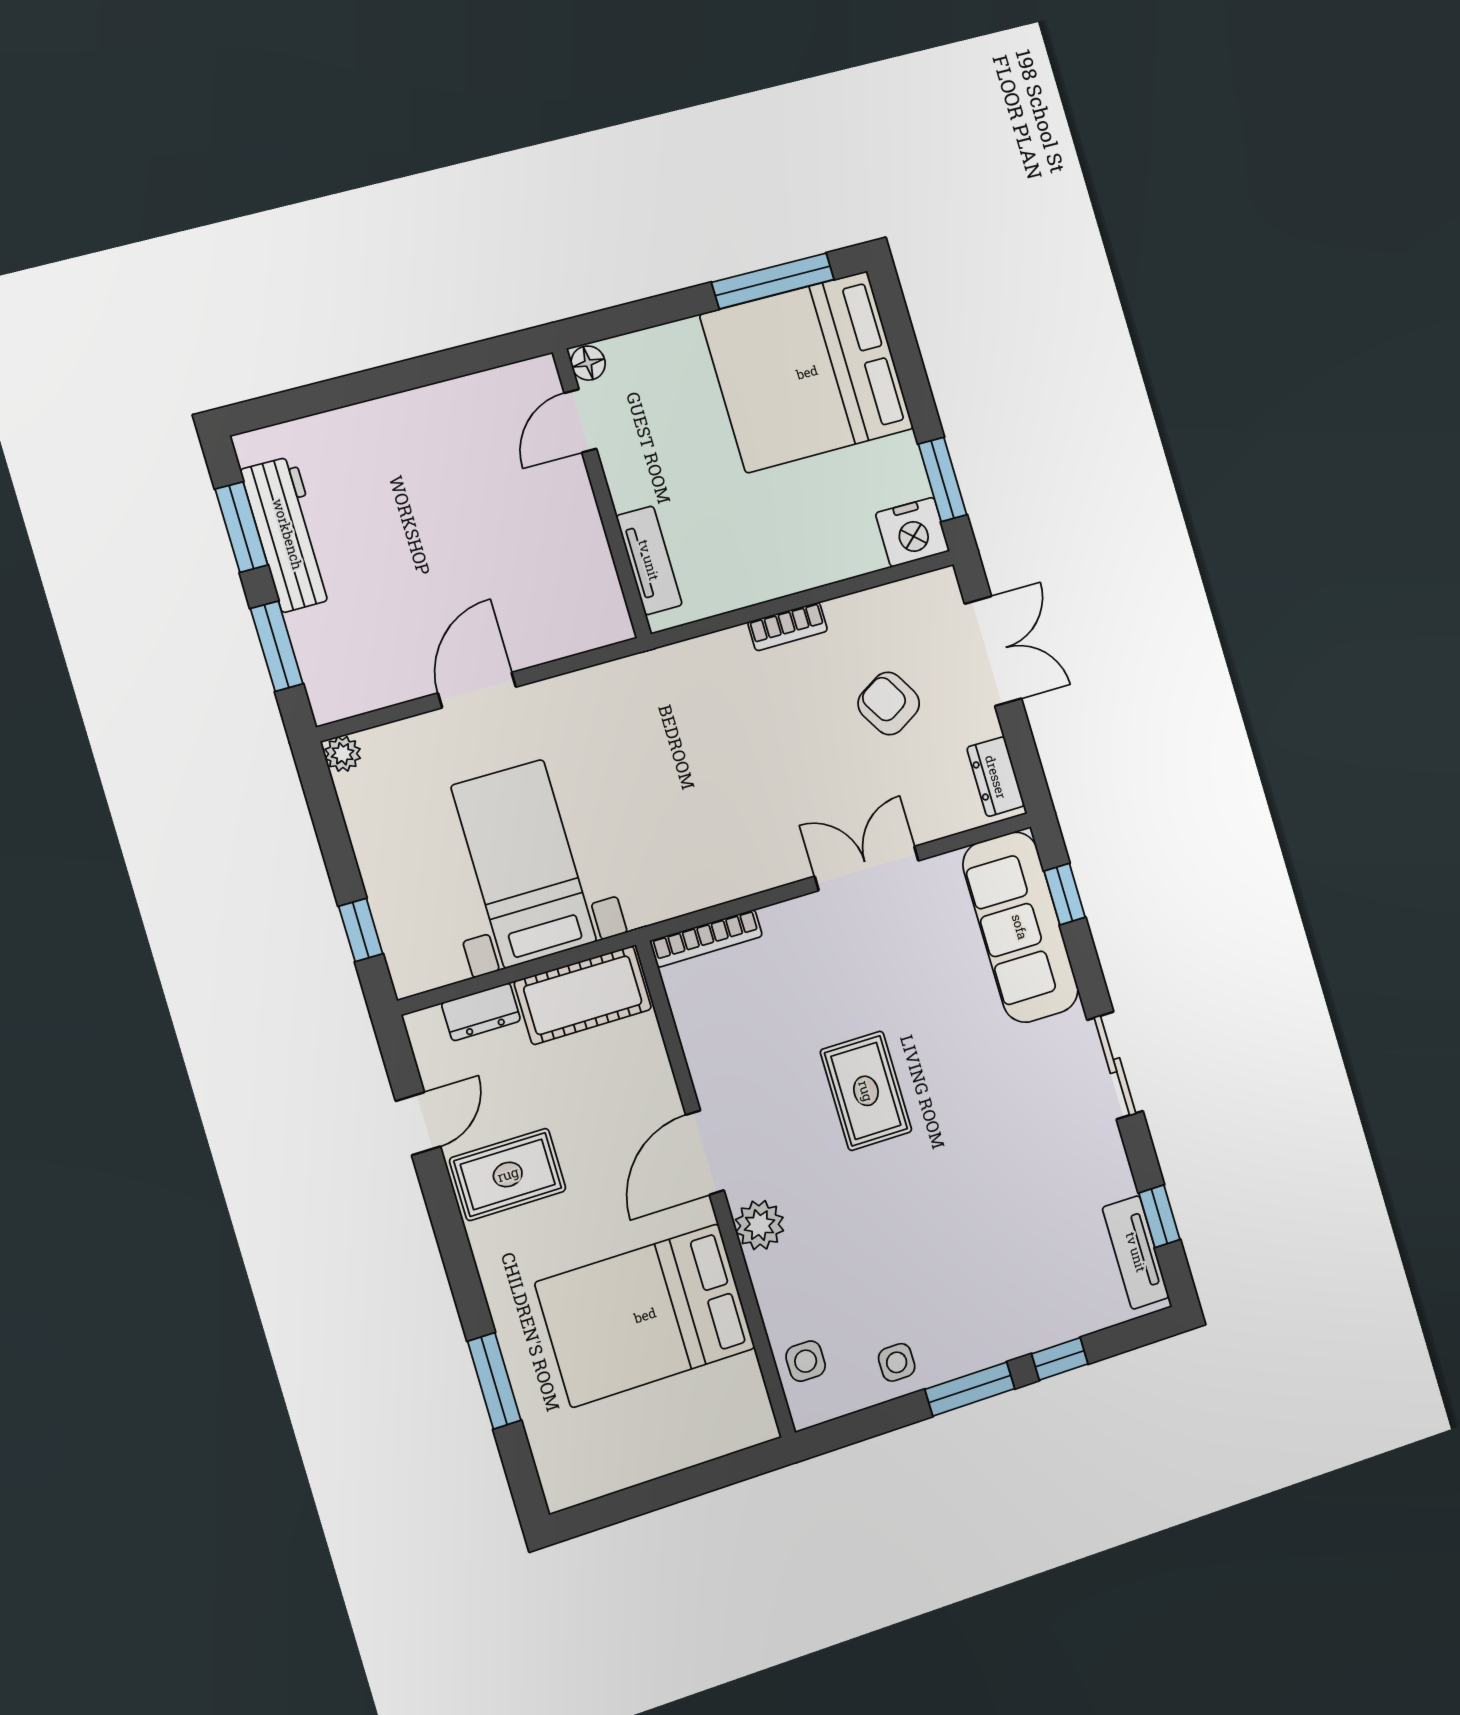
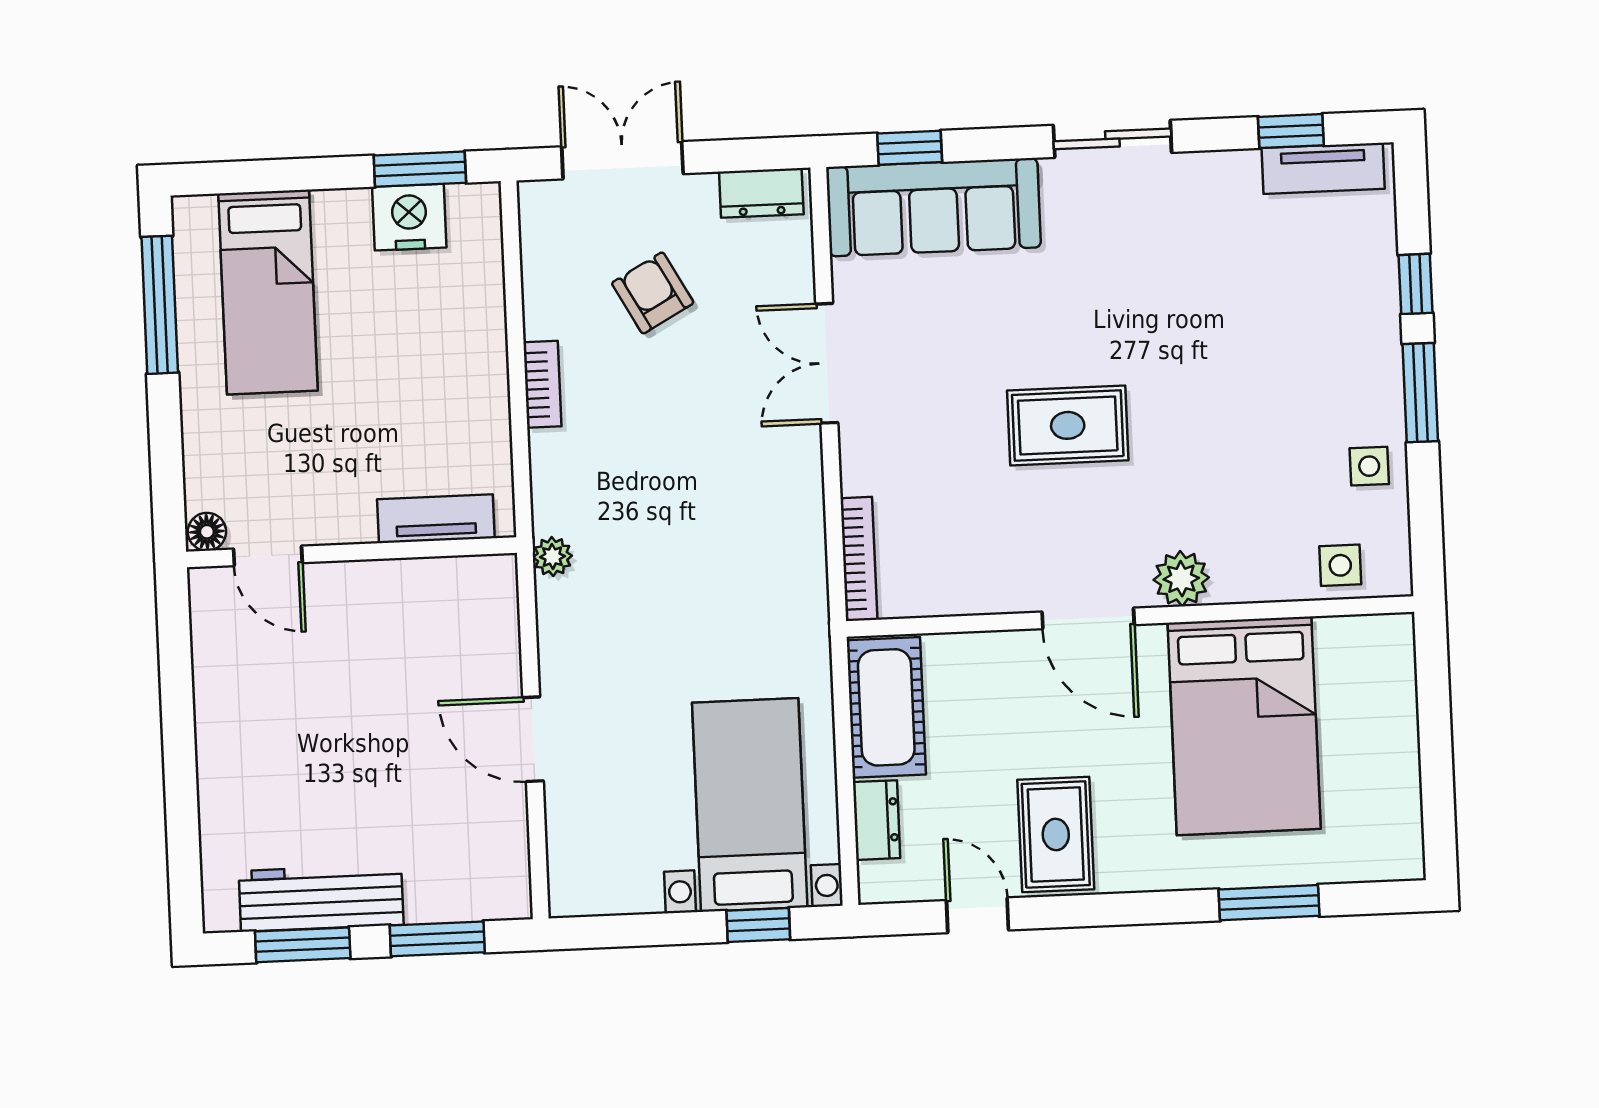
bed: (807, 372) -> (268, 292), width x0.49
nightstand: (912, 532) -> (409, 217), moved, turned -90
armchair: (889, 703) -> (653, 293), turned 92
plant: (343, 754) -> (552, 557), moved
bed with nightstands: (524, 864) -> (750, 805), moved, turned 90

